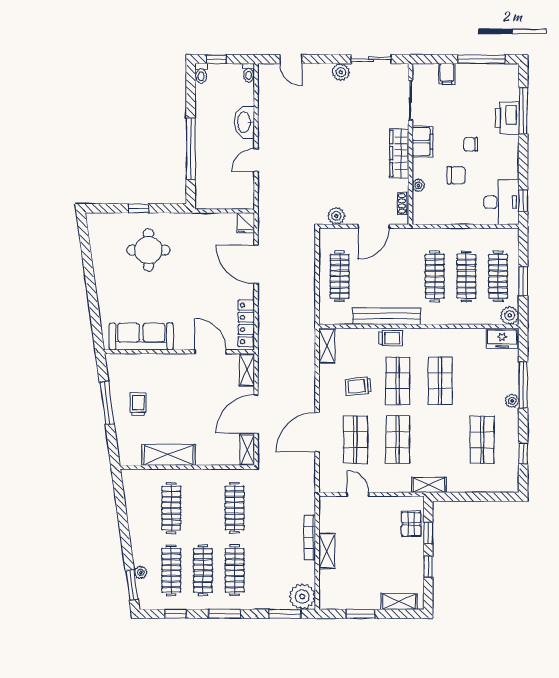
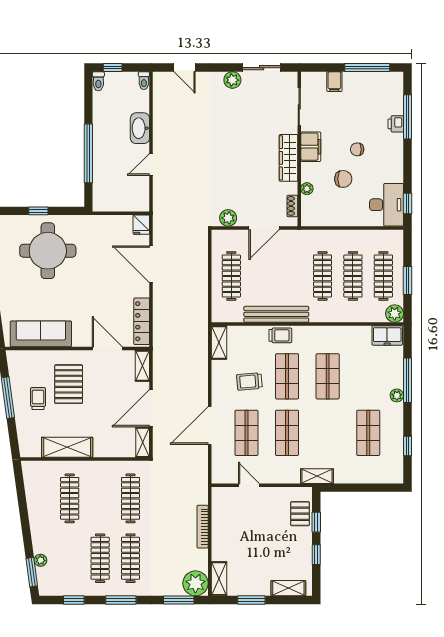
printer: (507, 118) -> (396, 124), width x0.53, depth x0.68
round table: (148, 250) -> (48, 251), width x1.36, depth x1.36
pallet: (170, 389) -> (69, 384), added
shelving: (327, 551) -> (219, 579), moved
clothes rail: (171, 570) -> (70, 558), removed

